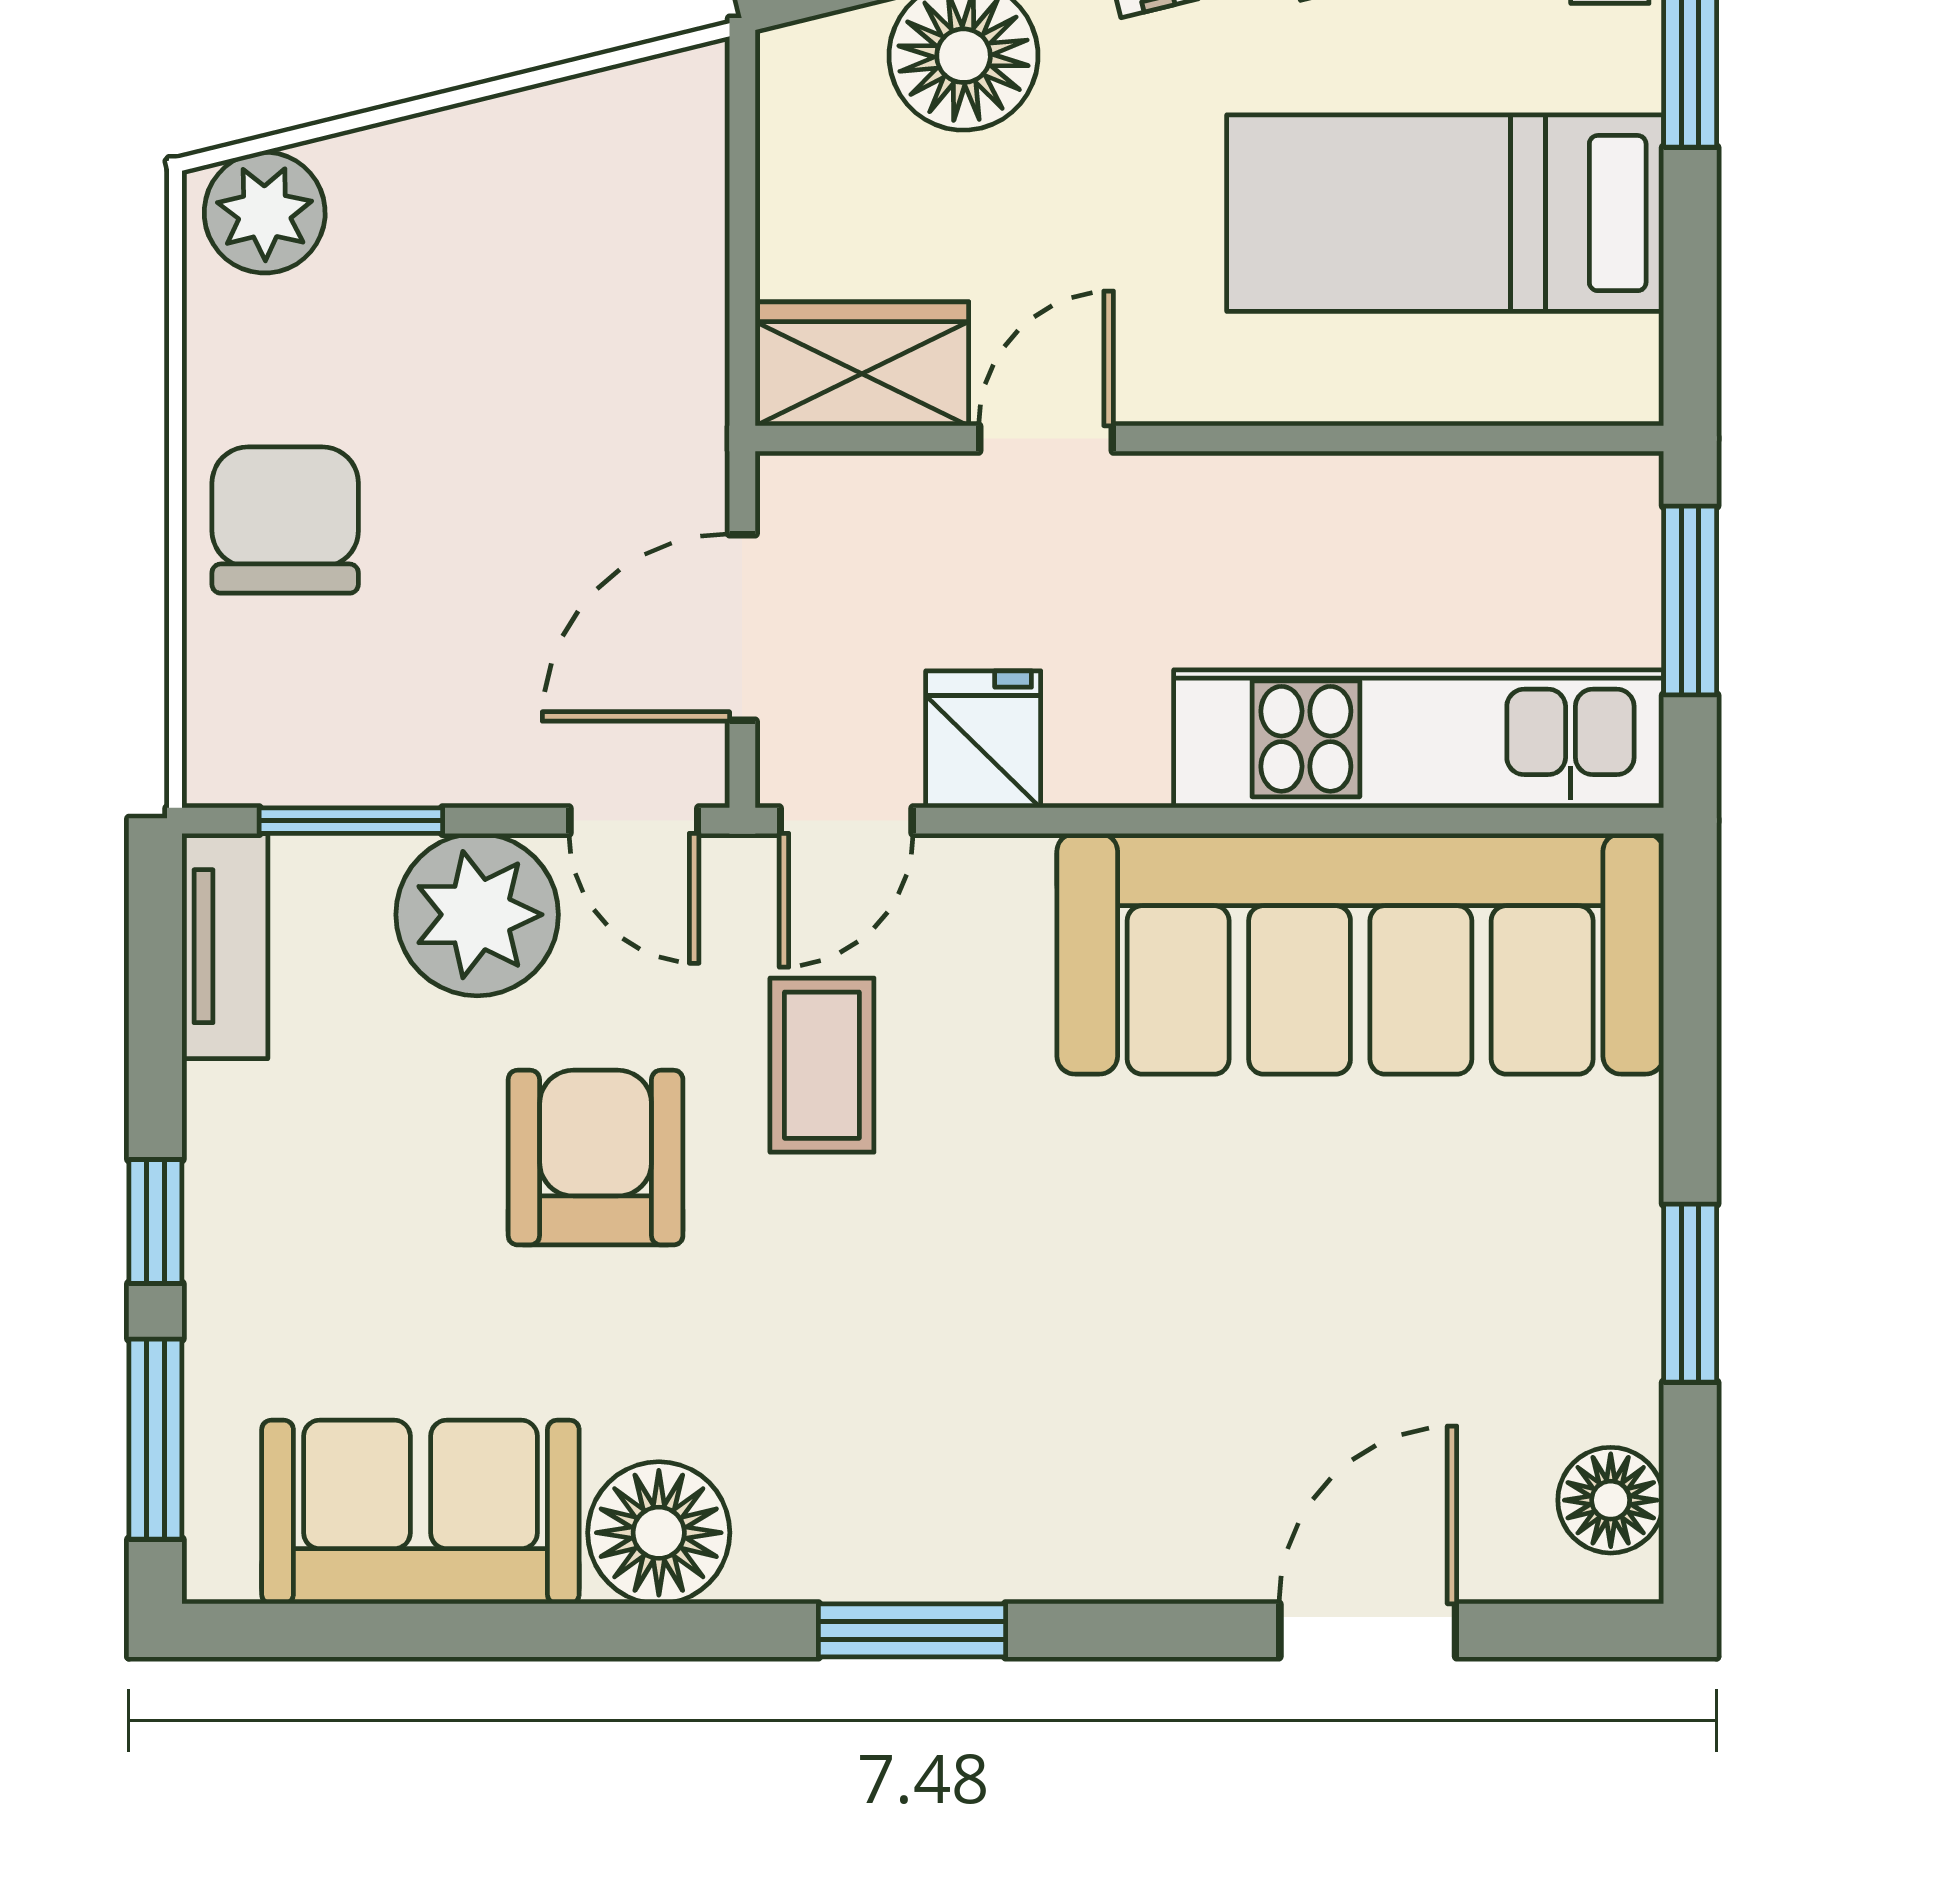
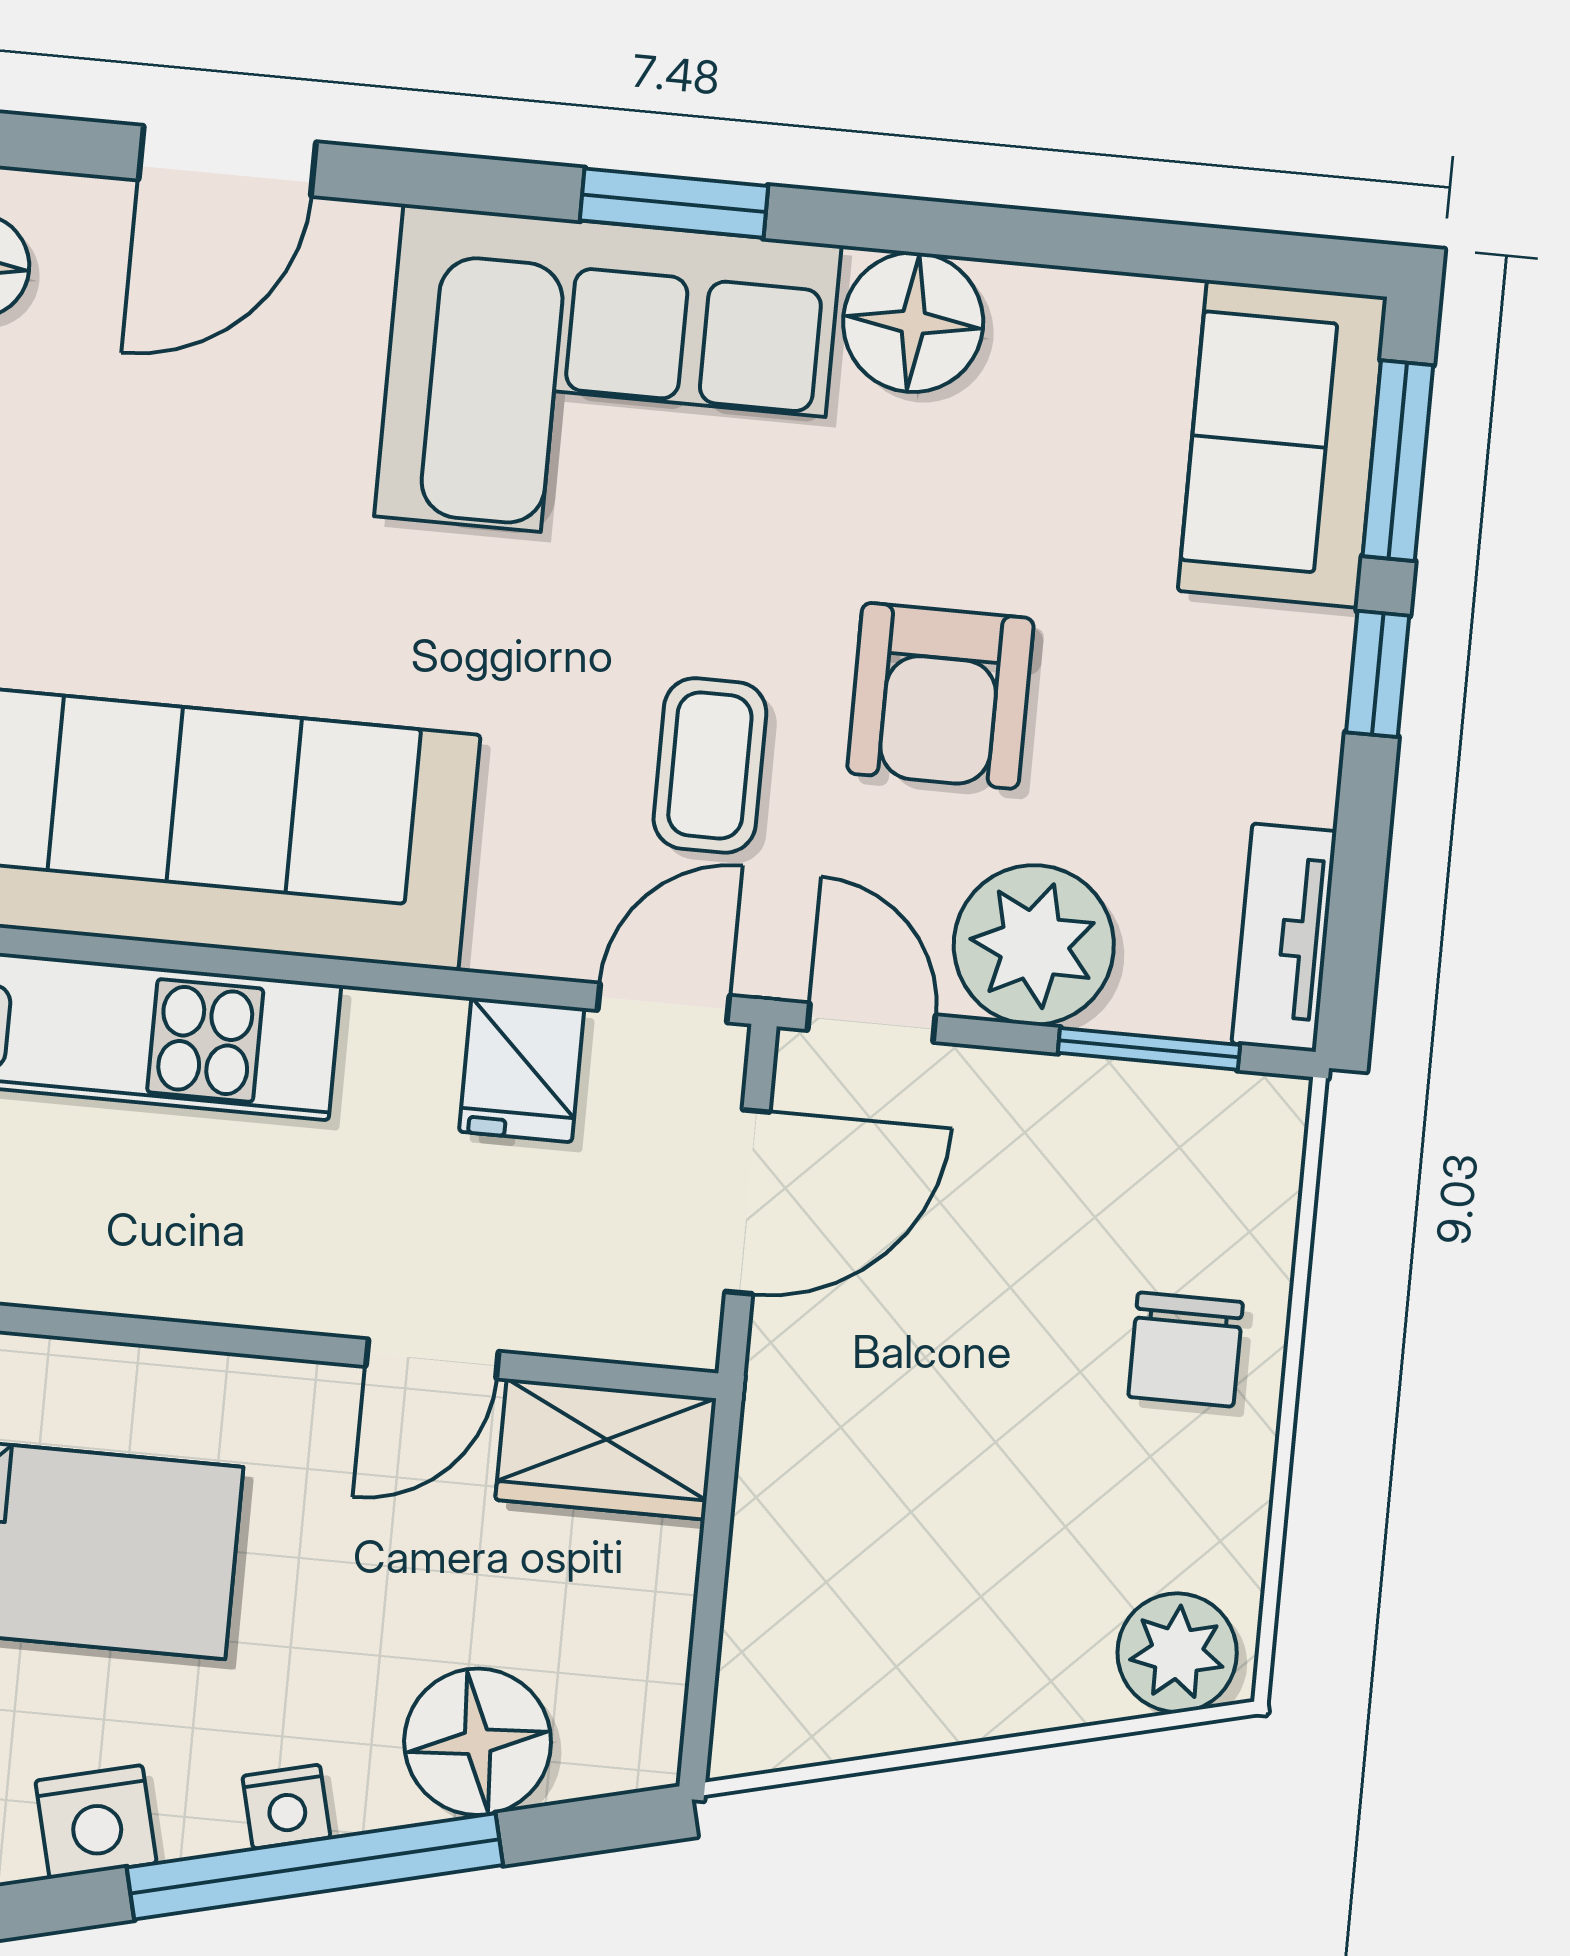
chair: (285, 520) -> (1186, 1349), width x0.73, depth x0.73
corner sofa: (962, 1444) -> (608, 381), added
sofa: (420, 1512) -> (1282, 444), moved, turned 90

